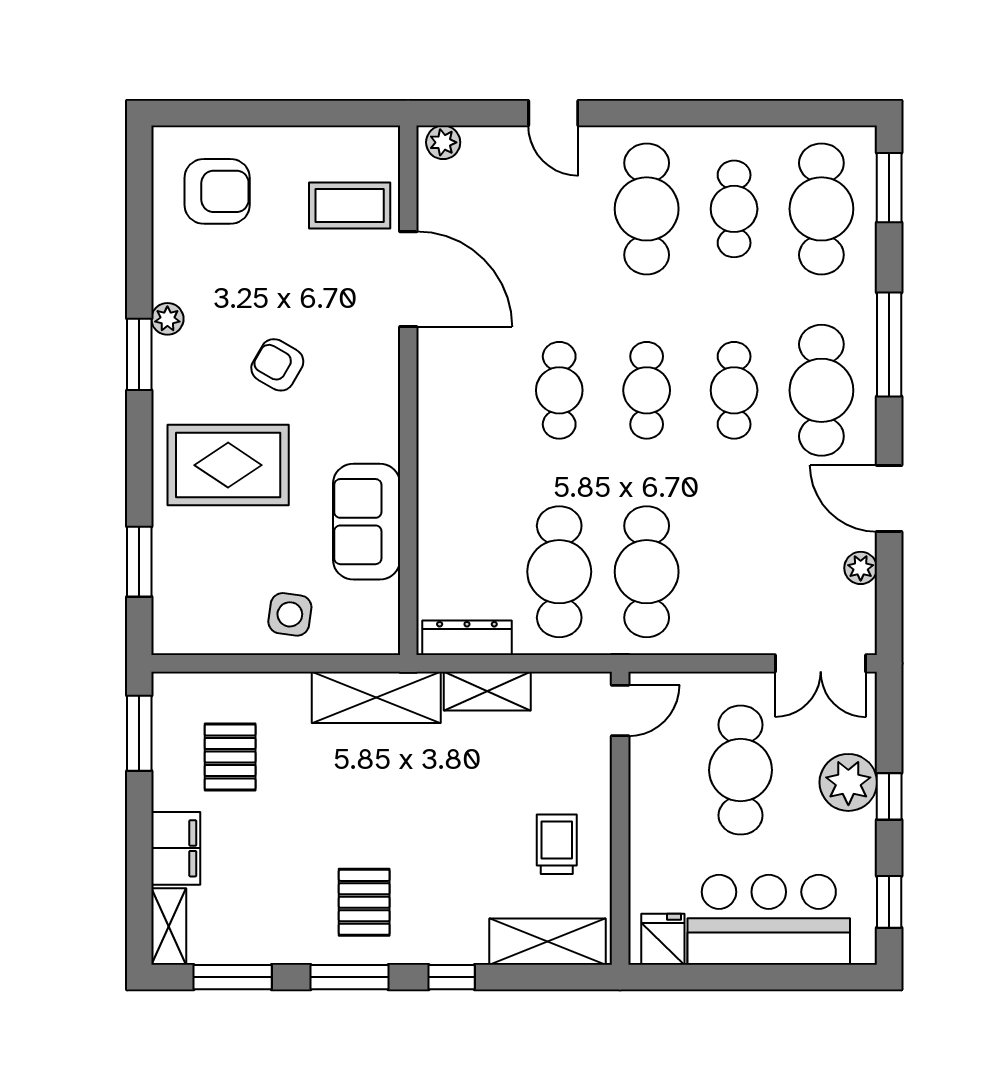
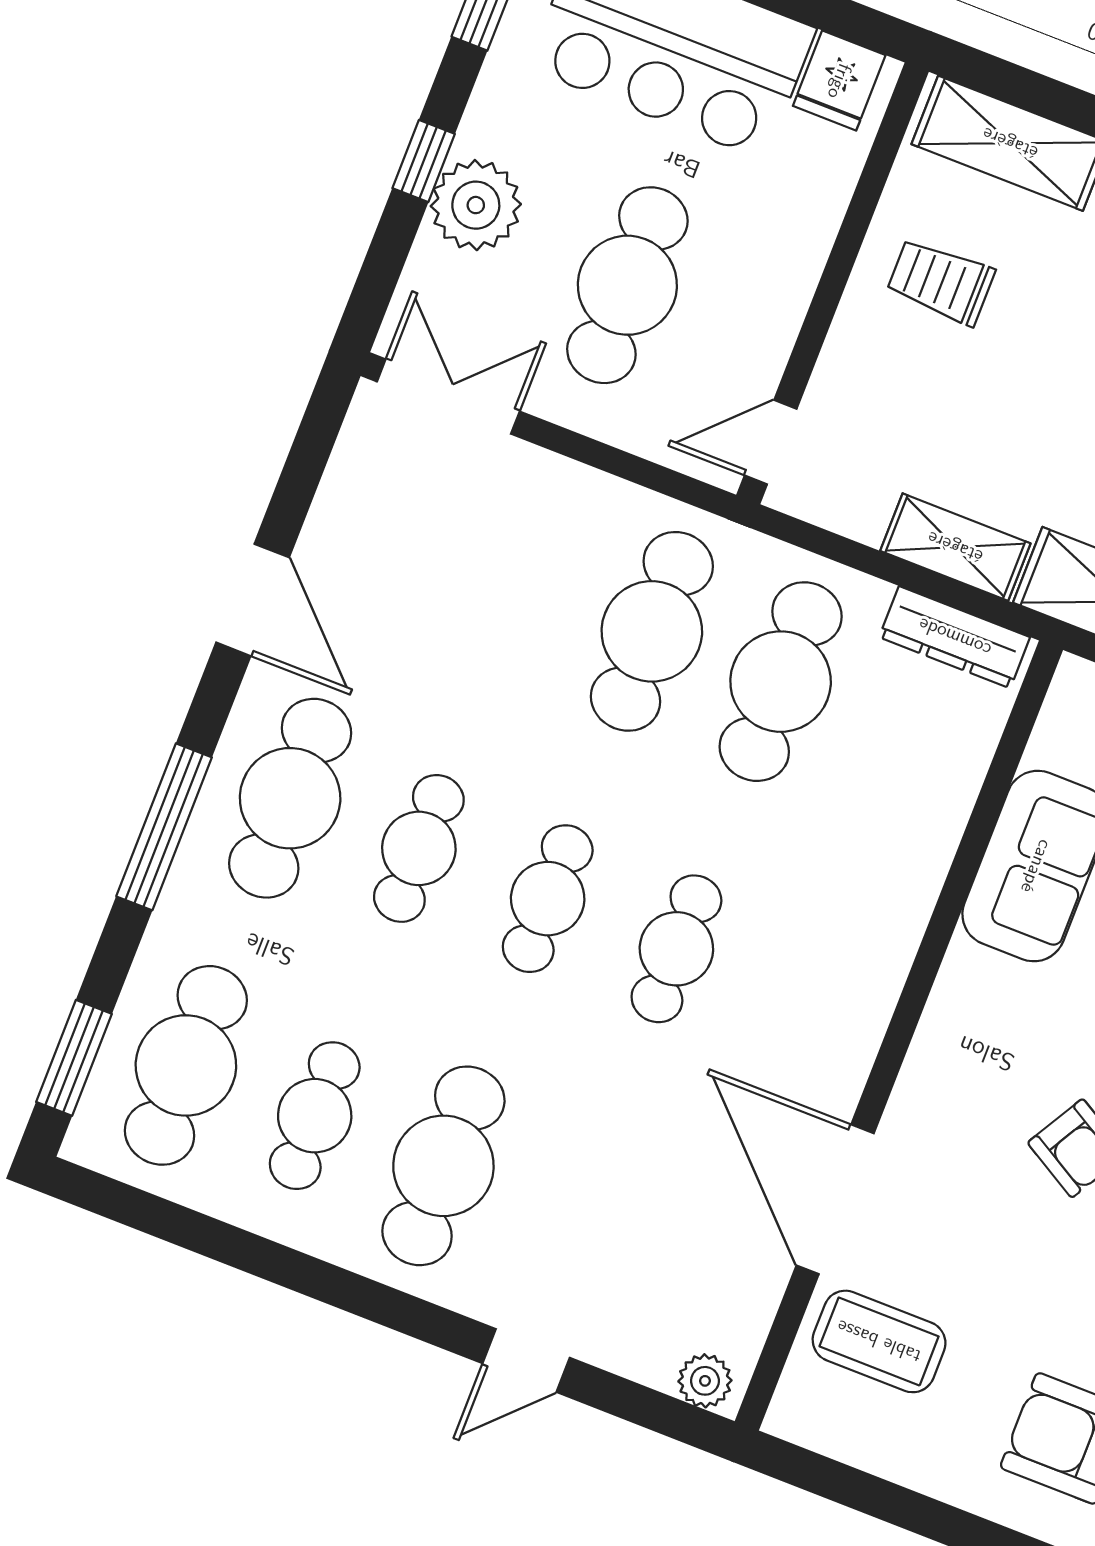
door: (553, 113) -> (526, 1361), swing flipped
plant: (861, 568) -> (334, 514), removed
trolley: (557, 844) -> (941, 282), turned 90

